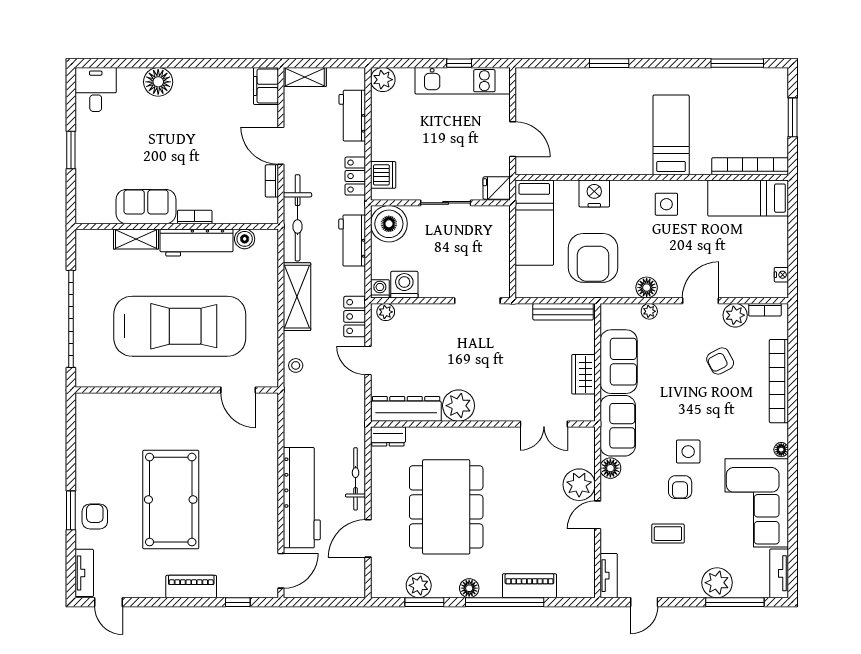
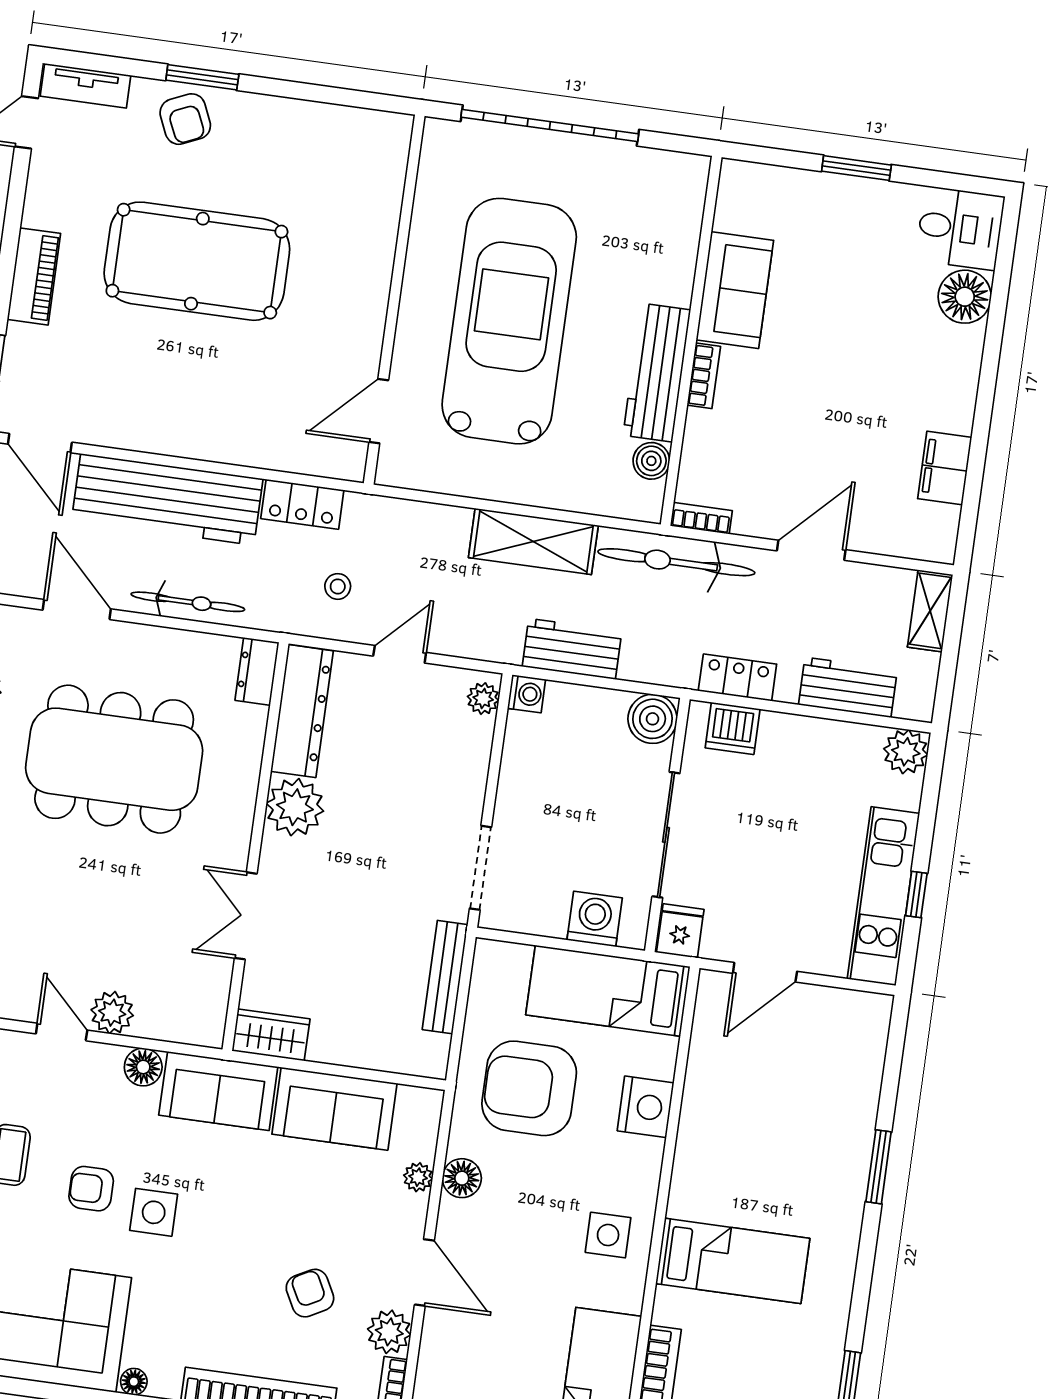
floor lamp: (158, 82) -> (965, 297), moved
filing cabinet: (266, 86) -> (945, 468), moved, turned -90
bookcase: (272, 181) -> (701, 518), moved
sliding door: (446, 203) -> (666, 835), width x1.37
boiler: (389, 224) -> (653, 719), width x0.73, depth x0.73
shelving: (136, 239) -> (679, 264), removed
workbench: (352, 241) -> (572, 649), moved
washing machine: (404, 285) -> (595, 919), moved, turned -90
bench: (563, 312) -> (445, 977), moved
locker: (355, 316) -> (302, 504), moved, turned 180
car: (180, 326) -> (509, 321), turned 180
stool: (296, 365) -> (338, 586), moved
wardrobe: (583, 374) -> (271, 1035), moved
double door: (544, 424) -> (246, 916), moved
plant: (579, 485) -> (112, 1013), width x0.73, depth x0.73
armchair: (95, 516) -> (185, 119), turned 66

